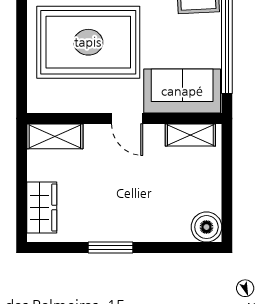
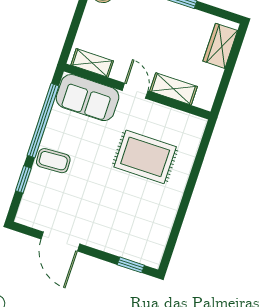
rug: (88, 42) -> (145, 157), width x0.73, depth x0.69
shelving: (55, 136) -> (173, 89), moved

